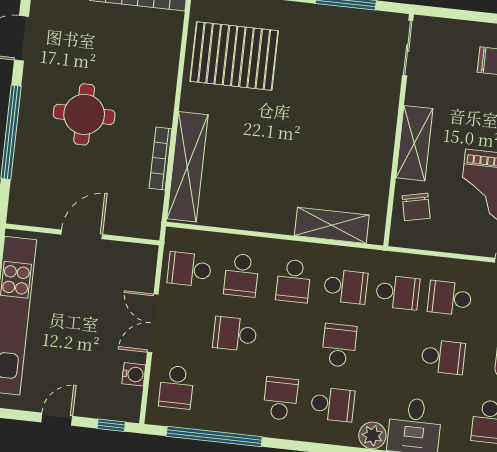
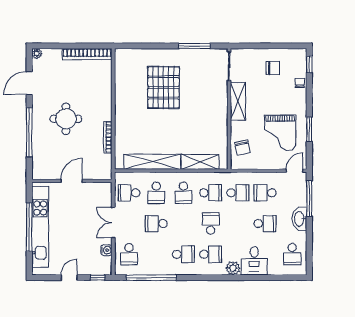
pallet: (234, 56) -> (163, 87), moved, turned 90
shelving: (414, 143) -> (238, 101), moved
shelving: (187, 167) -> (152, 162), moved, turned 90
school desk: (281, 399) -> (183, 254), turned 90

